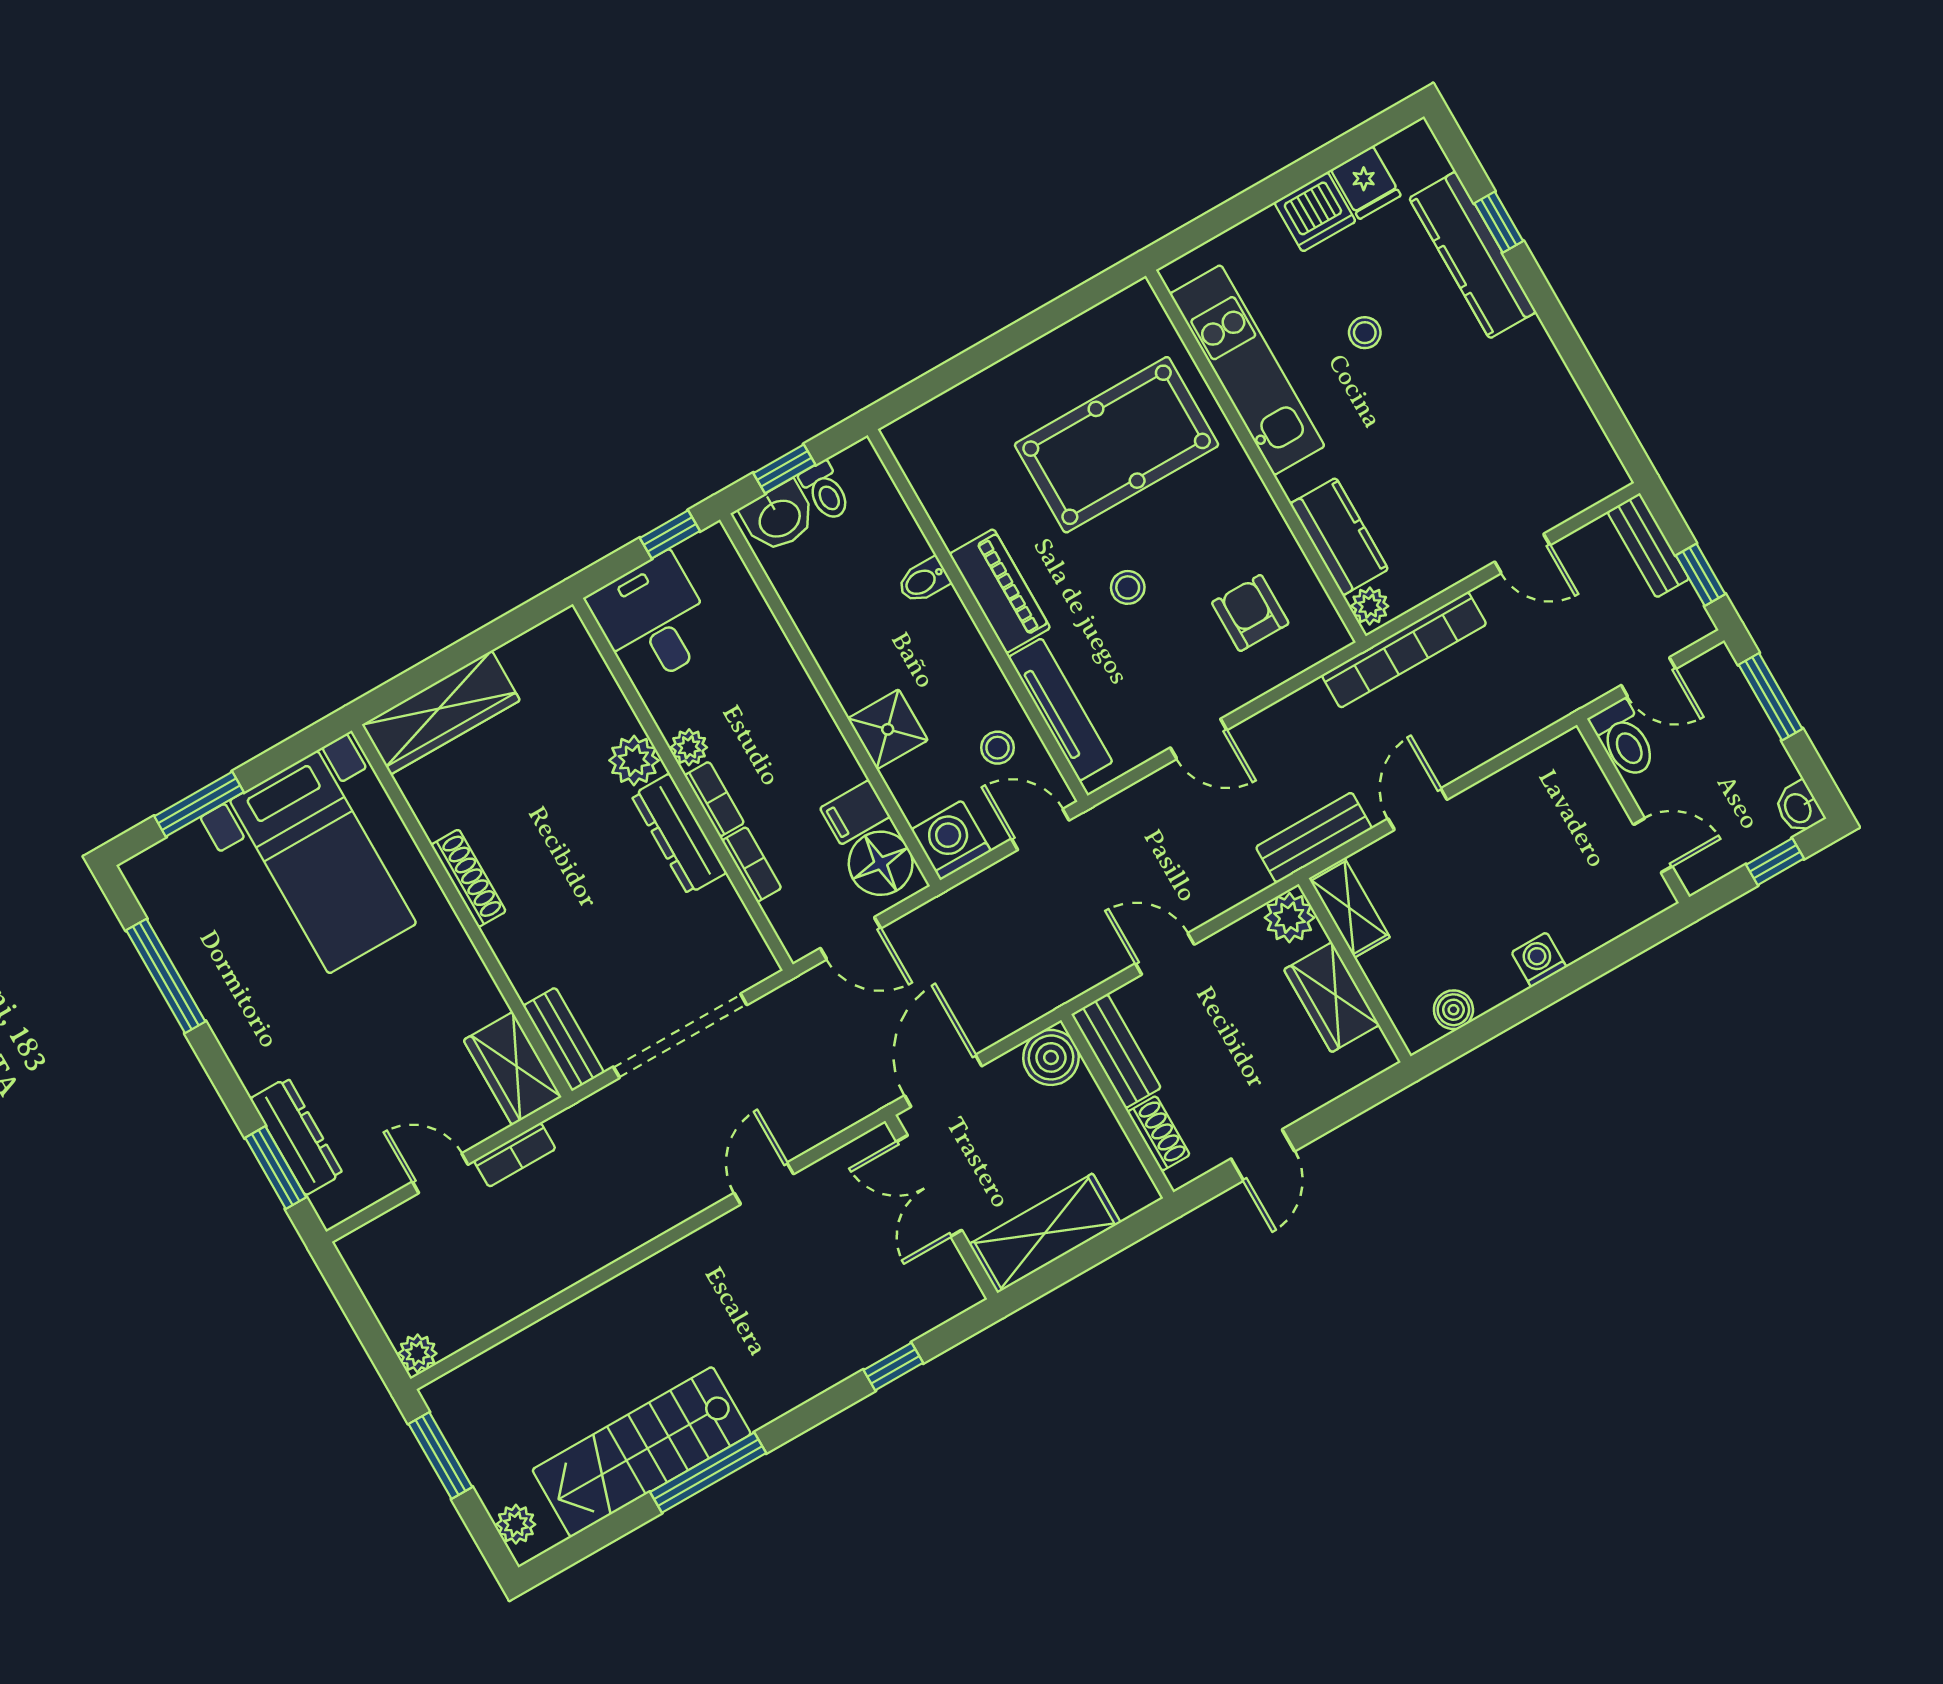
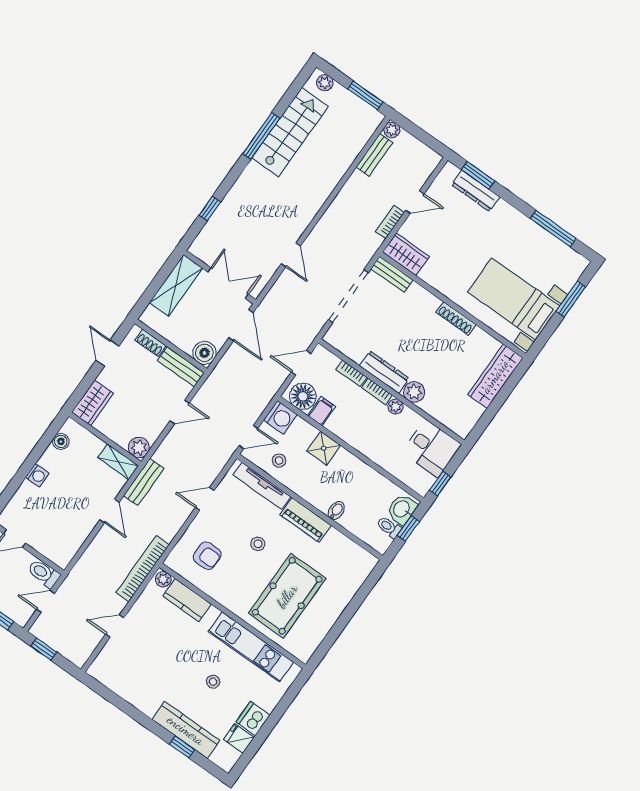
bench: (1648, 545) -> (374, 155), moved, turned 90
wardrobe: (1332, 997) -> (92, 403), moved, turned 90

